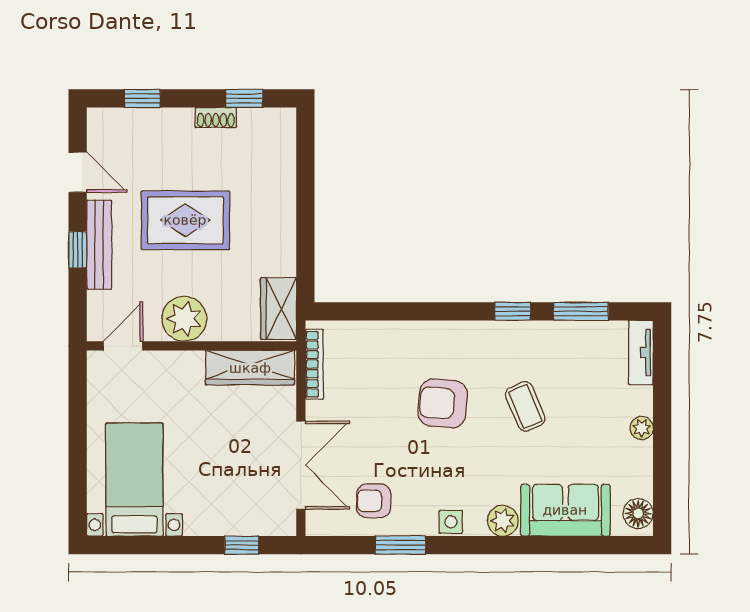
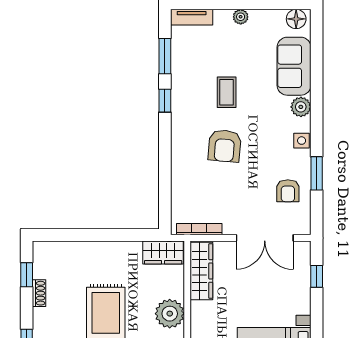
coffee table: (525, 406) -> (227, 92), turned -67
double door: (301, 465) -> (265, 238), swing flipped

